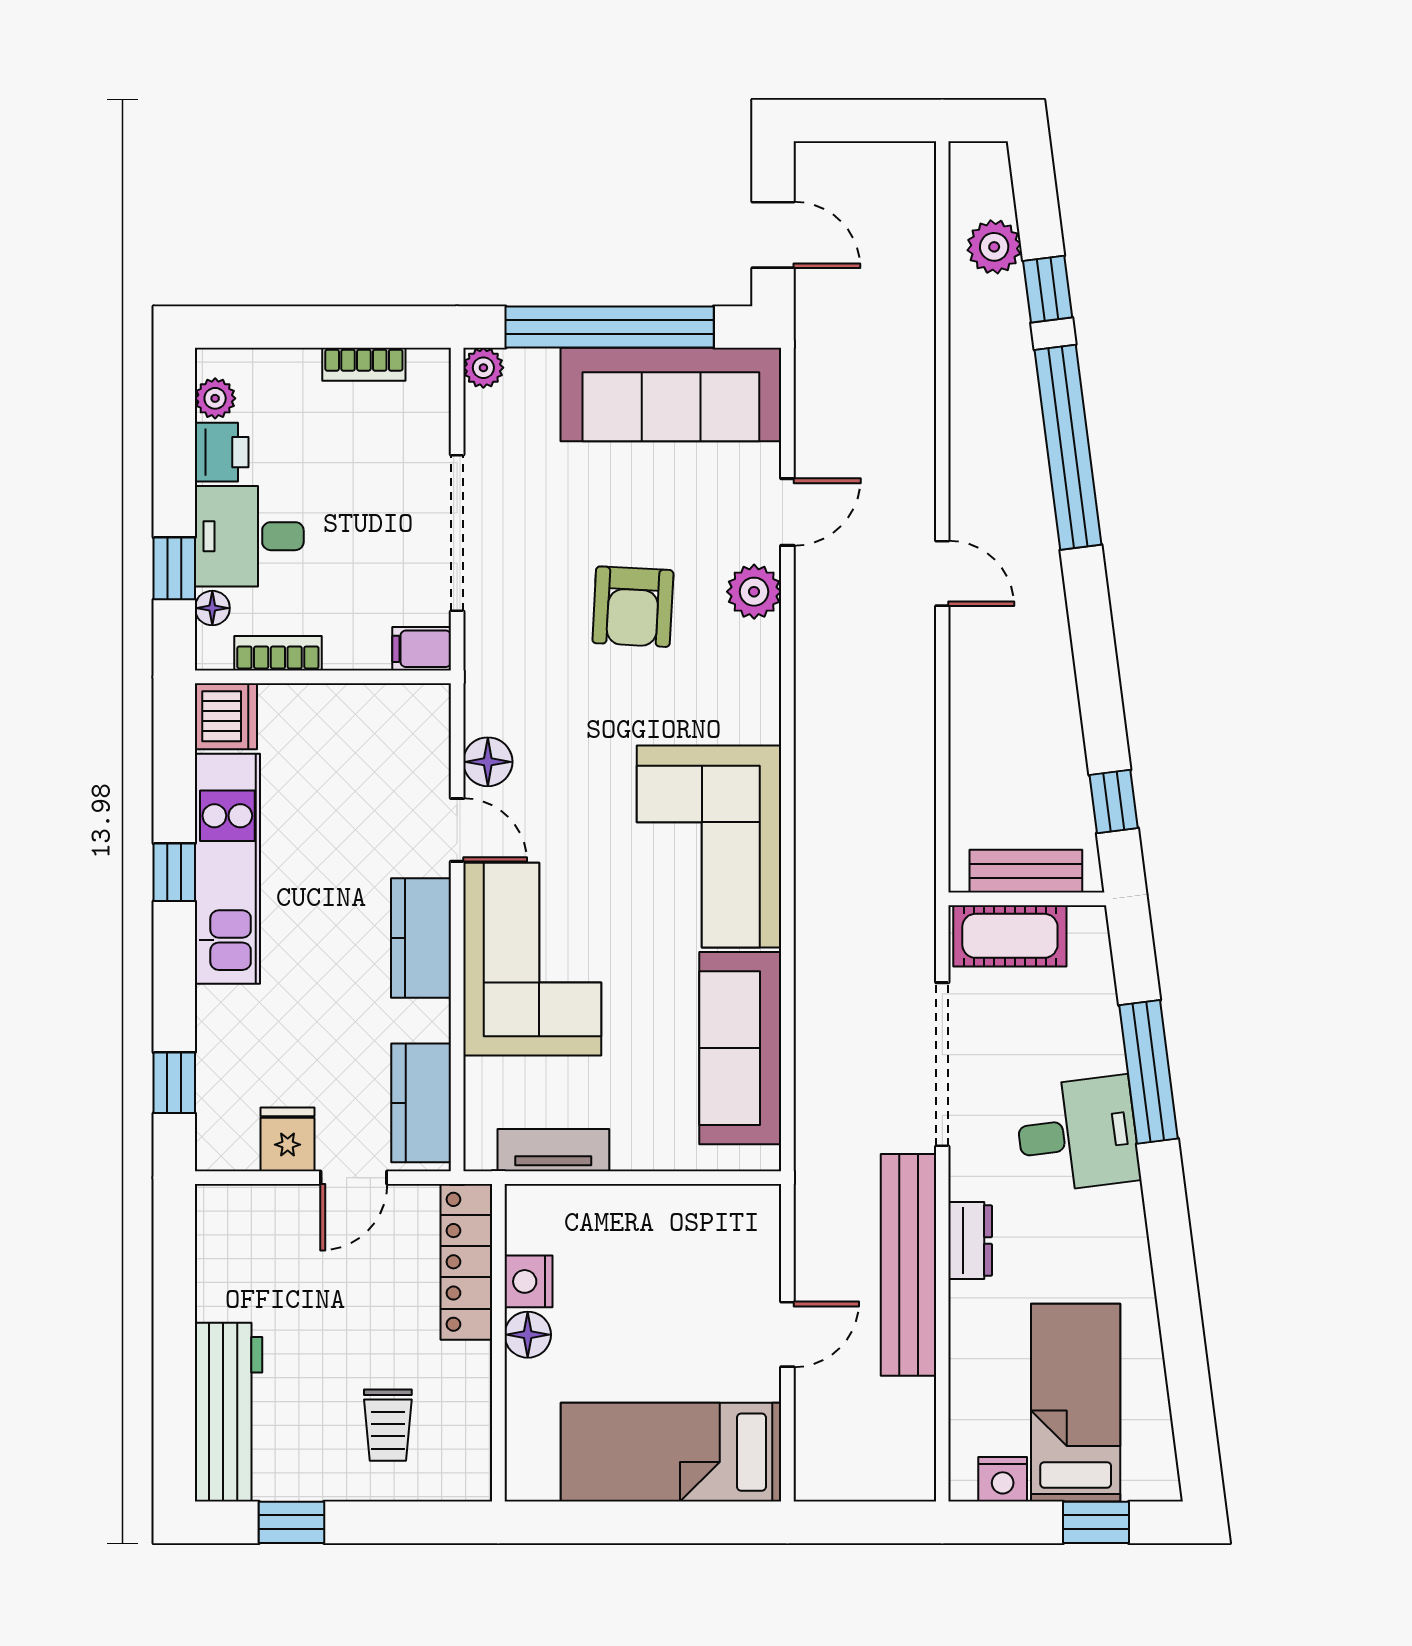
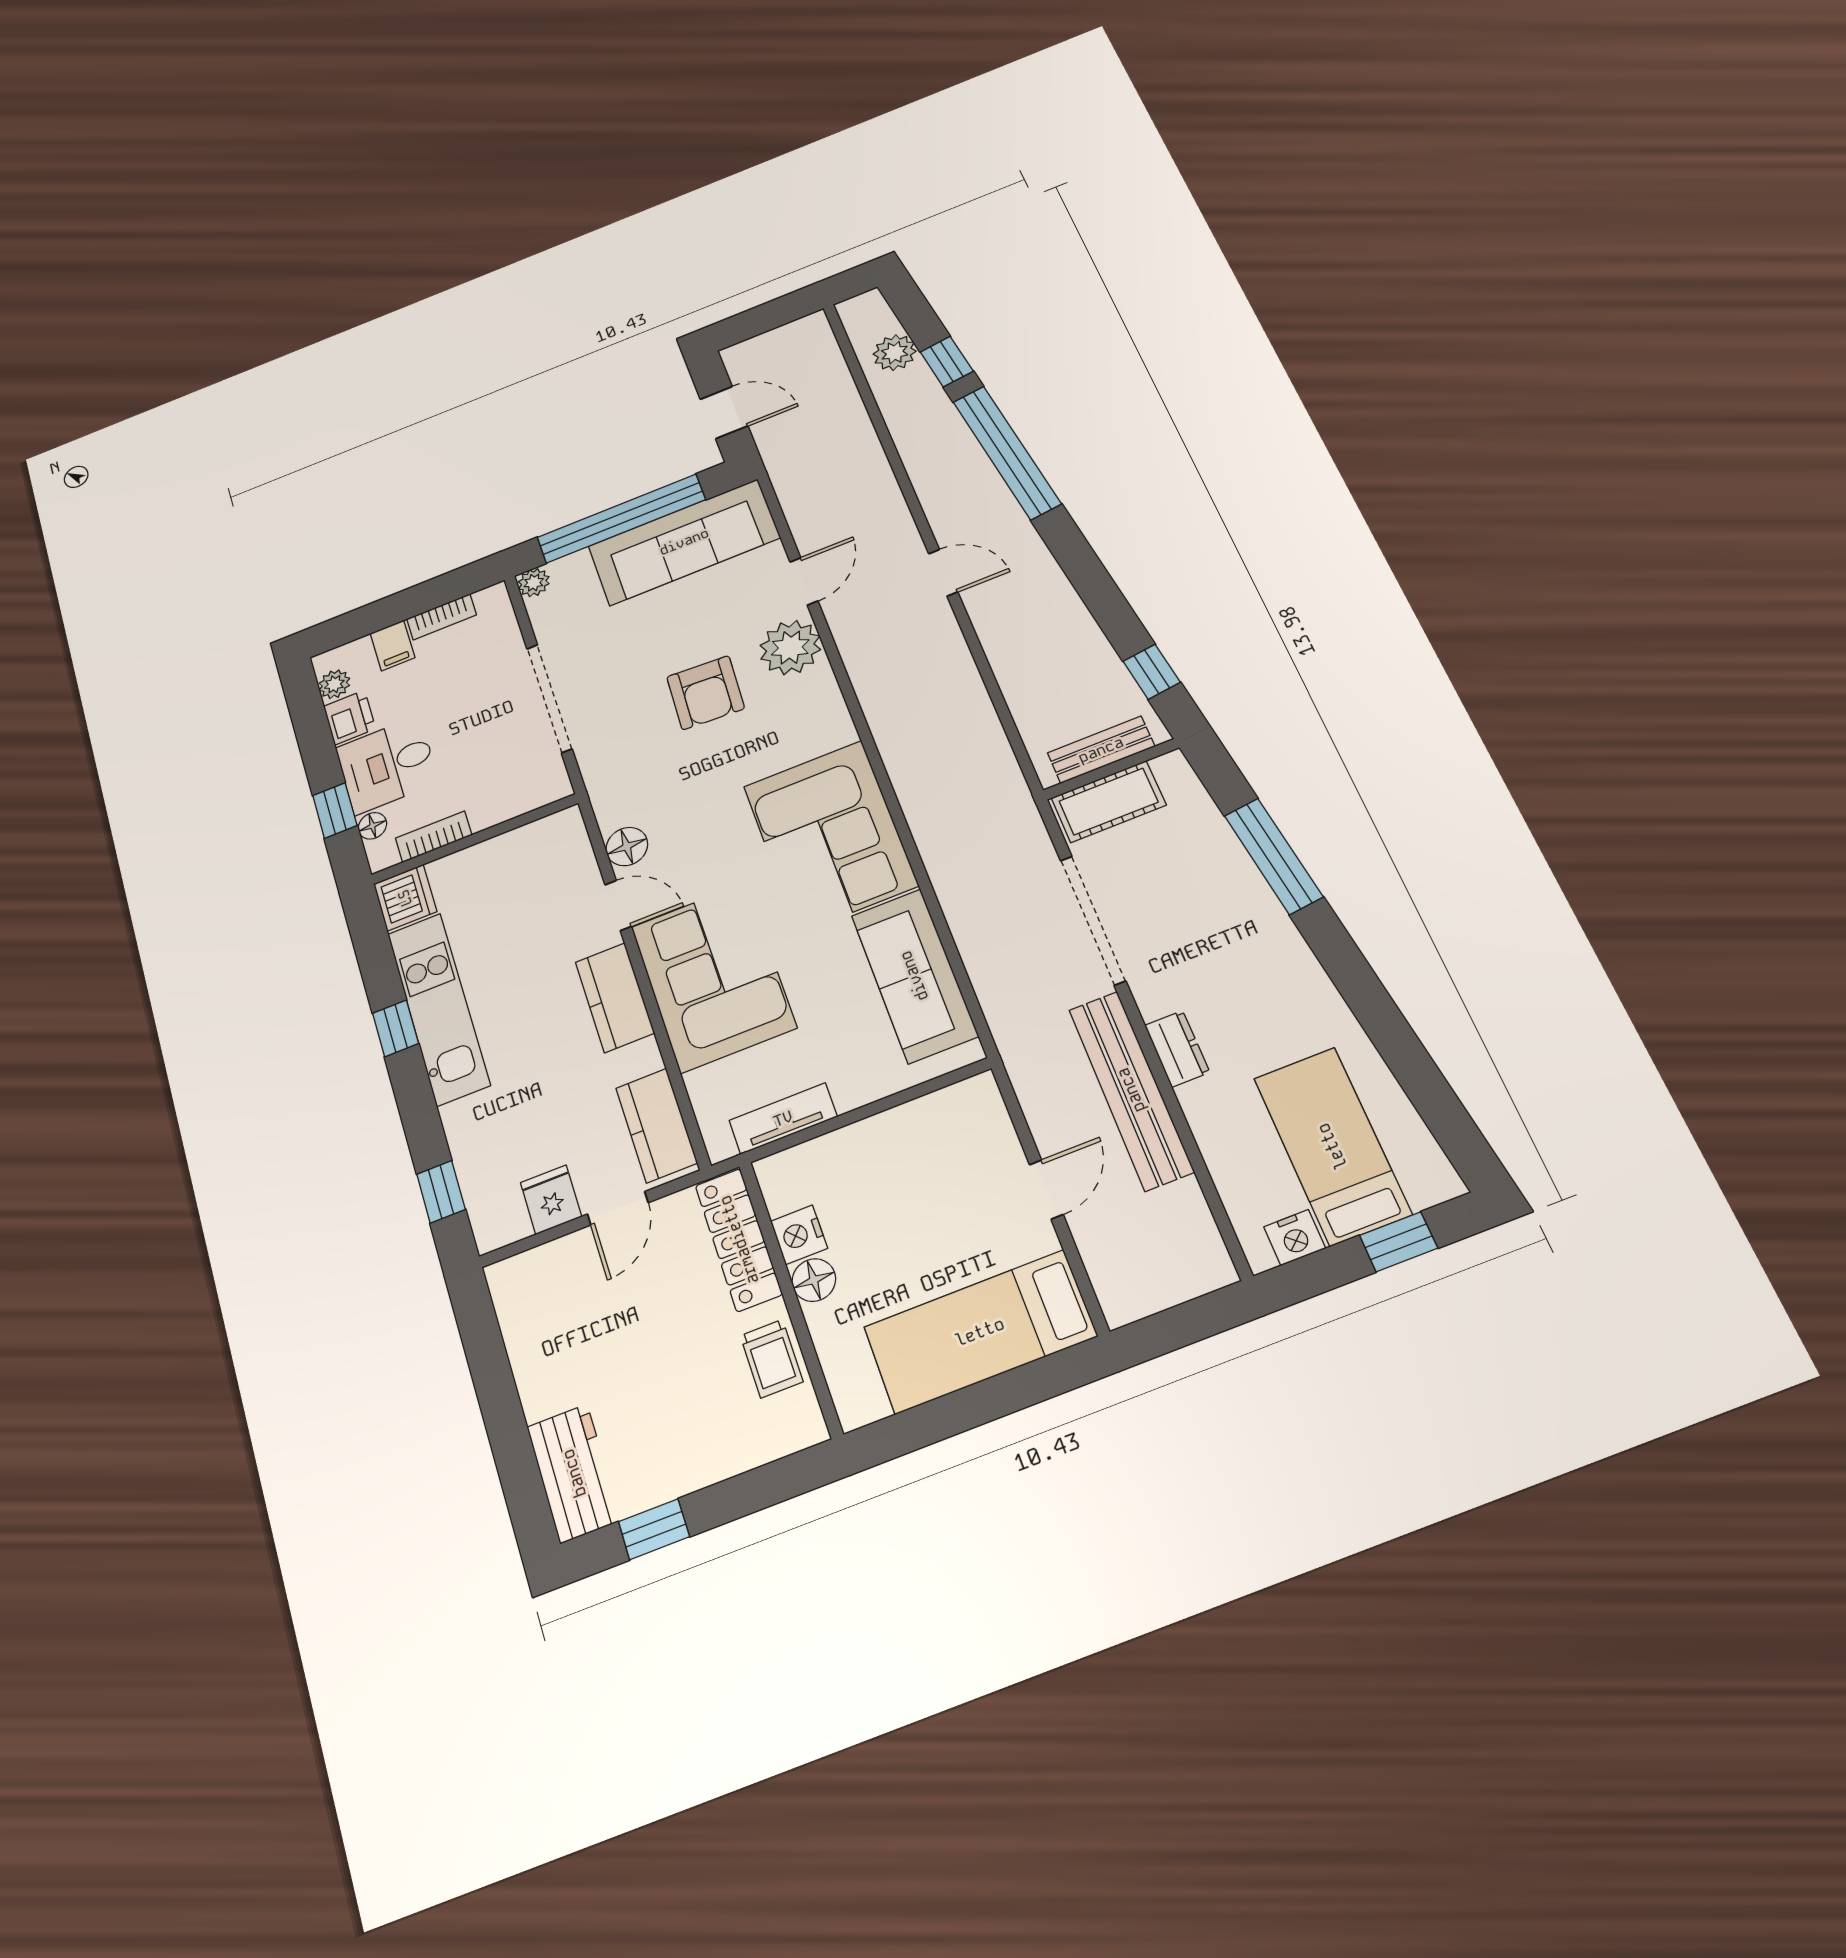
plant: (754, 592) -> (790, 647), width x1.36, depth x1.36
filing cabinet: (422, 649) -> (392, 646), moved, turned -90
desk: (1077, 1134) -> (1234, 928), removed
workbench: (229, 1412) -> (574, 1473), width x0.73
trolley: (388, 1425) -> (772, 1359), moved

